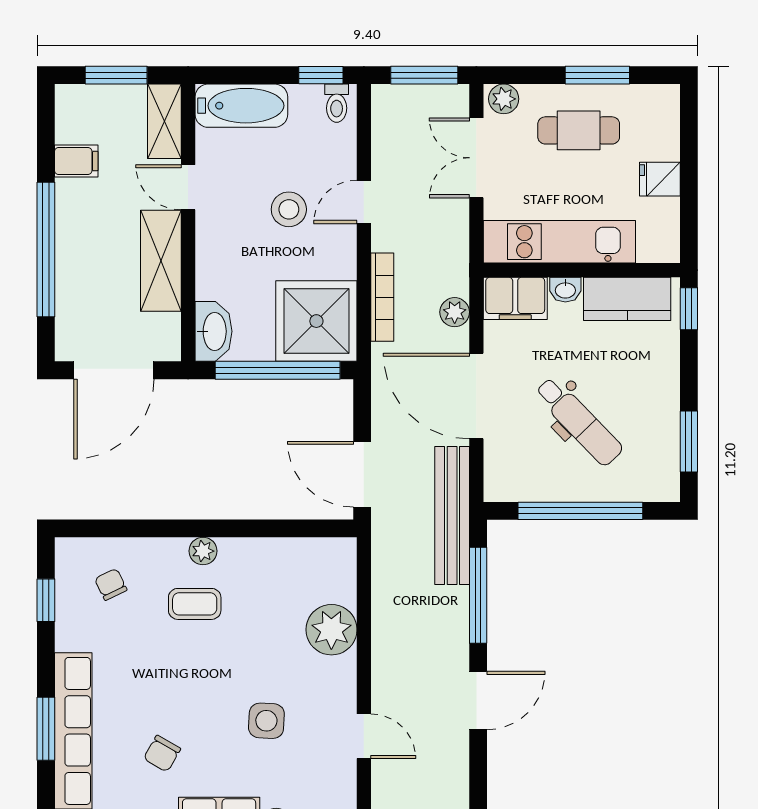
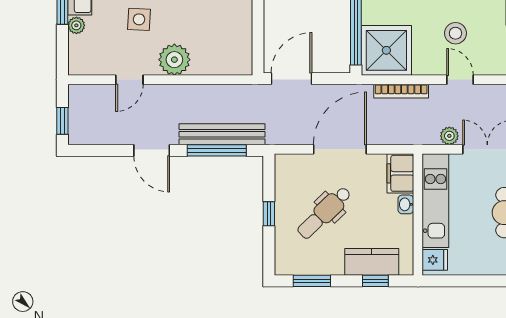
fridge: (660, 179) -> (435, 260), moved, turned 90
kitchen counter: (627, 299) -> (372, 262), moved, turned 90
window: (689, 309) -> (375, 281), moved
plant: (455, 312) -> (449, 136), moved
window: (580, 511) -> (269, 214), width x0.32
bench: (452, 515) -> (222, 134), moved
plant: (331, 630) -> (174, 60), moved

